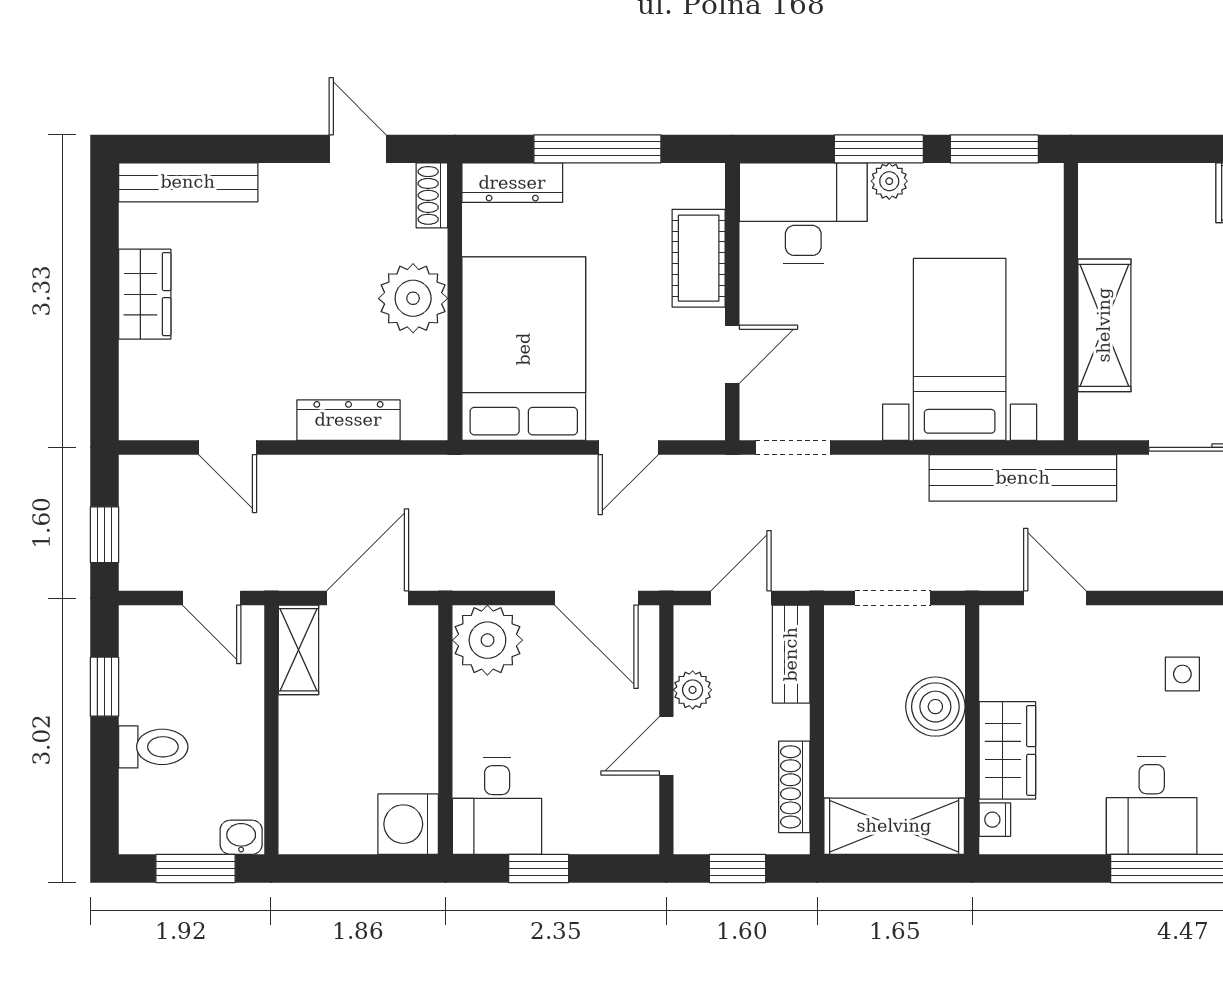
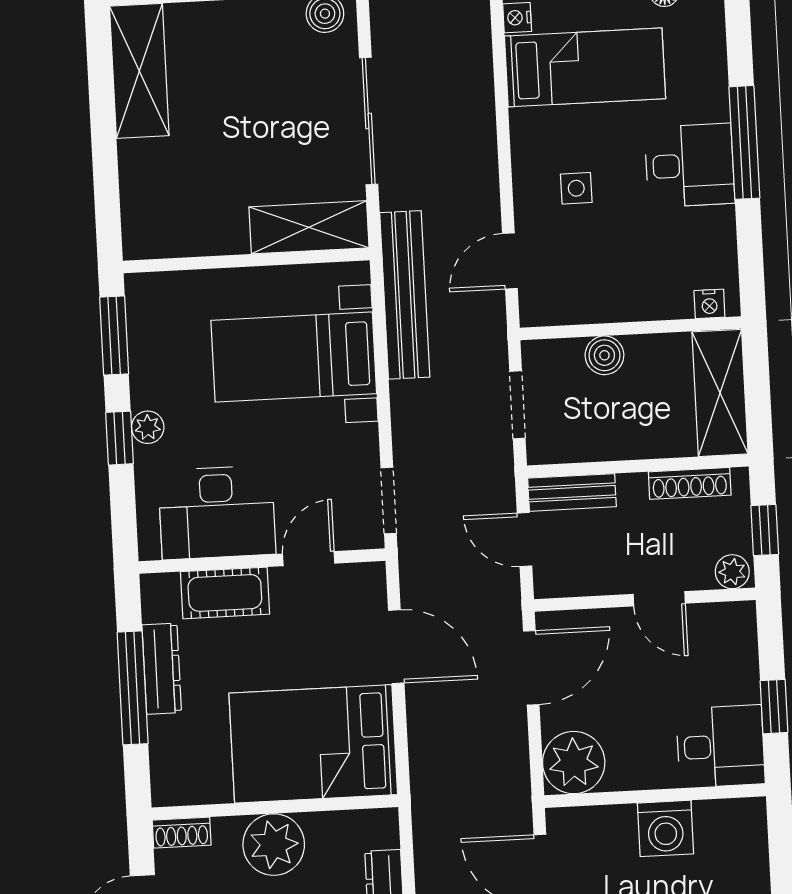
window: (879, 149) -> (119, 438), width x0.67
dresser: (512, 183) -> (162, 669), moved
desk: (803, 213) -> (217, 512), moved, turned -90
shelving: (1104, 325) -> (309, 227), moved
door: (732, 354) -> (309, 559), hinge flipped
door: (628, 447) -> (396, 647), width x1.38
side table: (1182, 674) -> (576, 188), moved
plant: (693, 690) -> (732, 572), moved
boiler: (935, 707) -> (604, 355), width x0.73, depth x0.73
wardrobe: (1007, 750) -> (647, 296), removed
washing machine: (408, 824) -> (665, 828), moved

